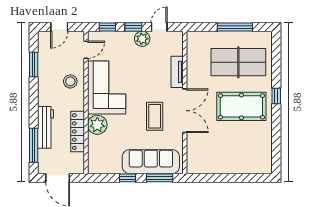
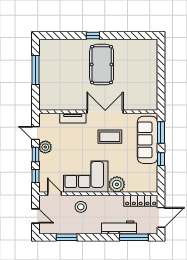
table tennis table: (238, 62) -> (65, 67), removed
locker: (78, 132) -> (141, 201), moved

